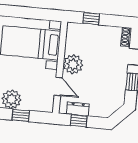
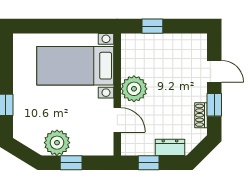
shoe rack: (126, 37) -> (201, 115), moved
dresser: (78, 109) -> (170, 147), moved

